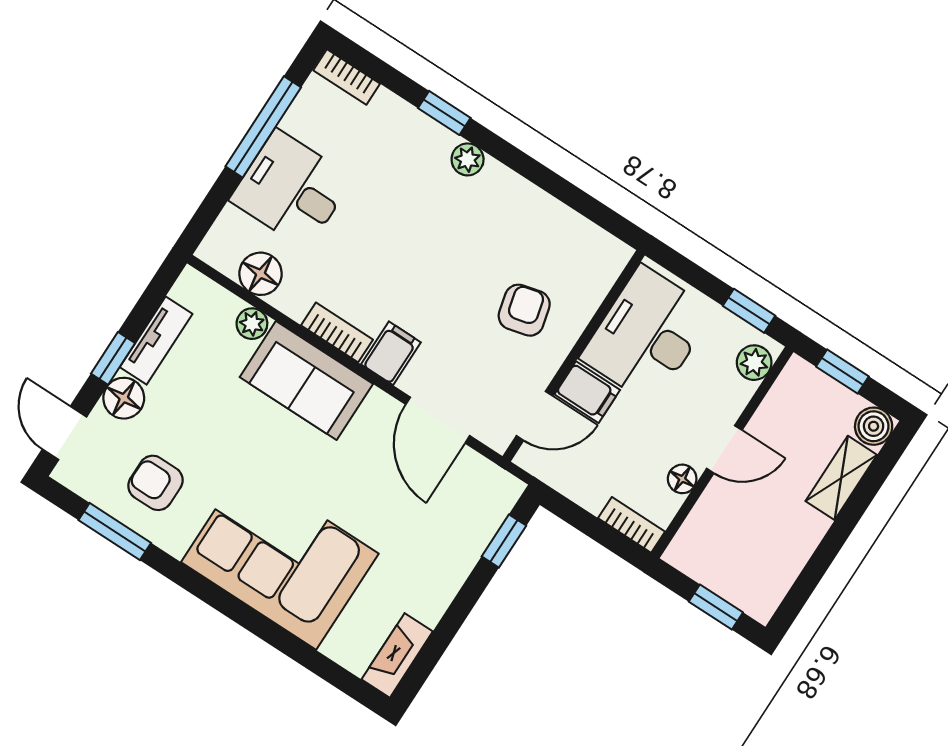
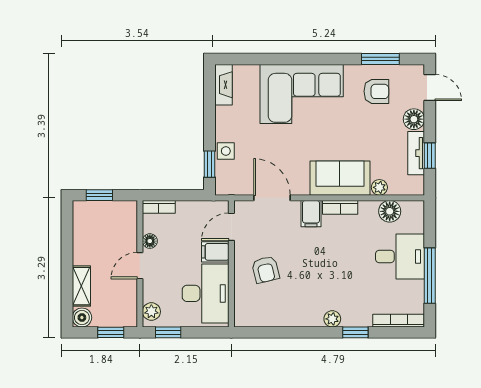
bookcase: (347, 77) -> (399, 321), width x1.56
window: (113, 358) -> (430, 156), moved
side table: (463, 545) -> (226, 151), added

